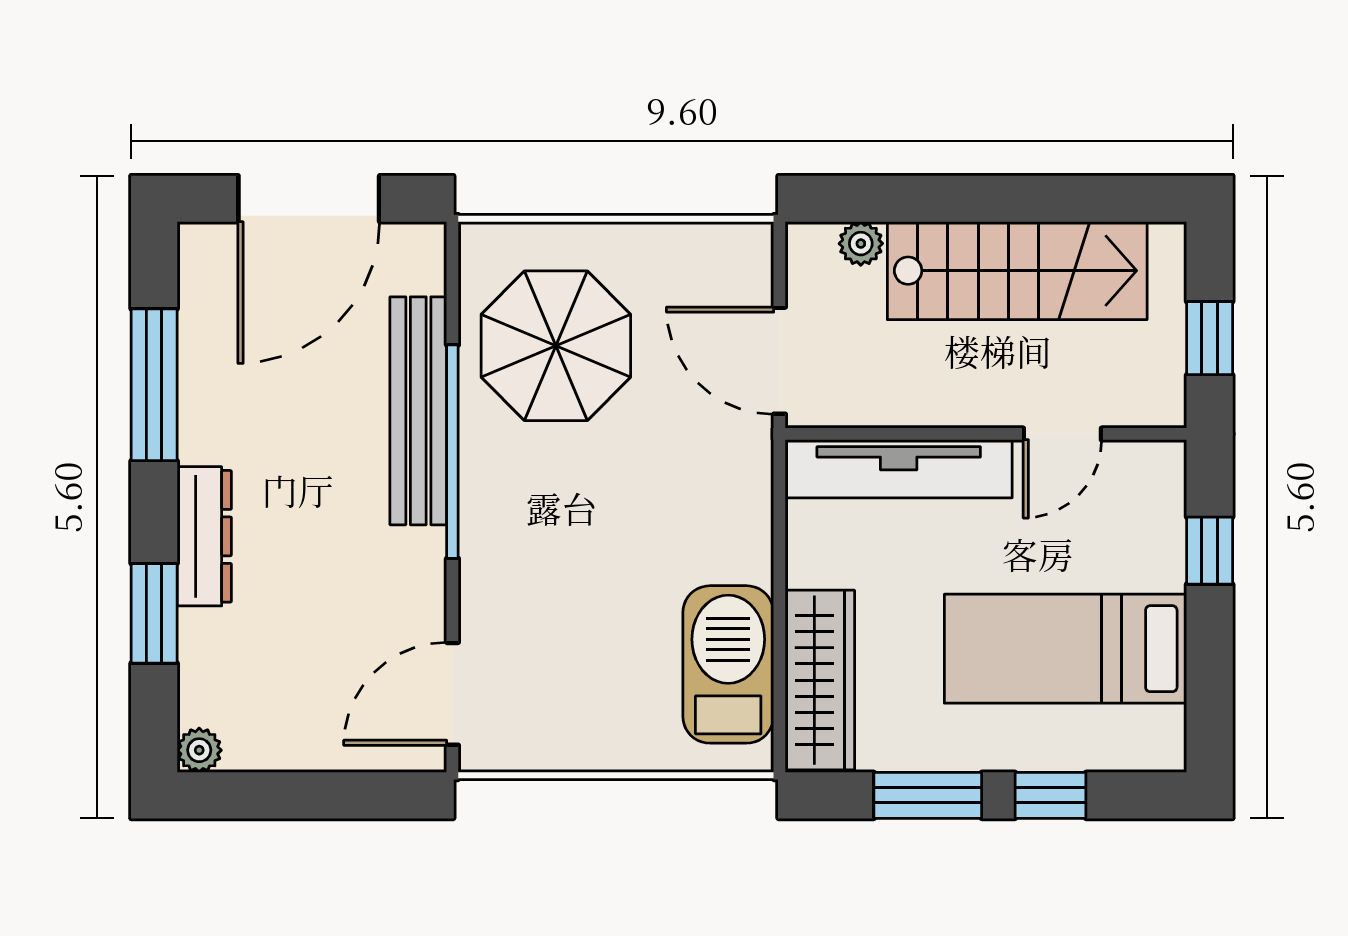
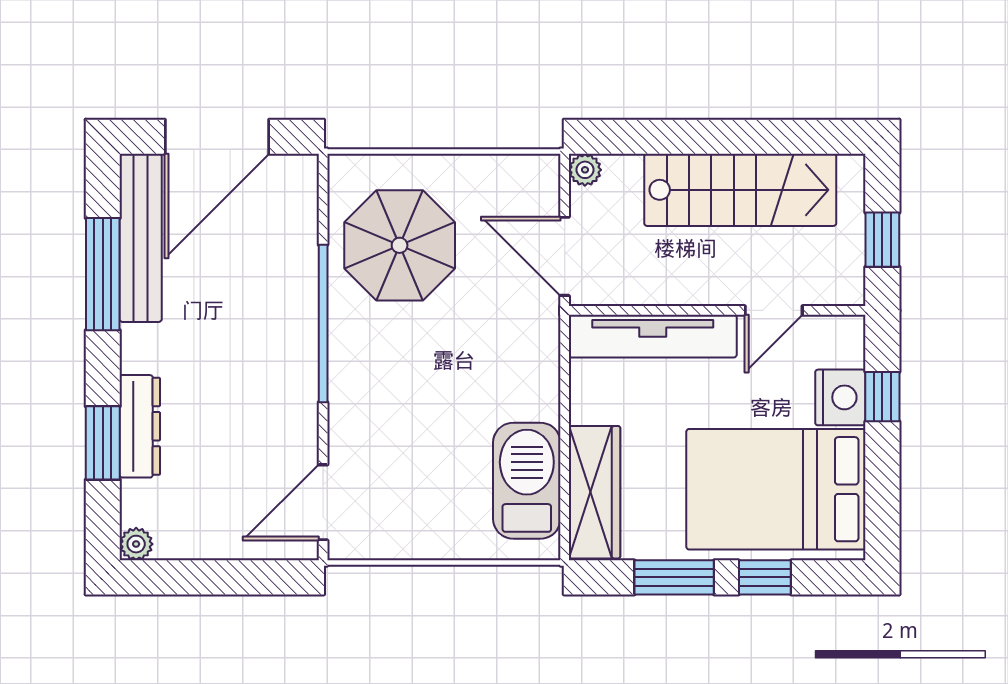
plant: (861, 244) -> (585, 170), moved
bench: (418, 411) -> (141, 238), moved
dresser: (204, 536) -> (140, 426), moved
nightstand: (1153, 552) -> (840, 397), added
bed: (1066, 649) -> (776, 489), width x1.50

